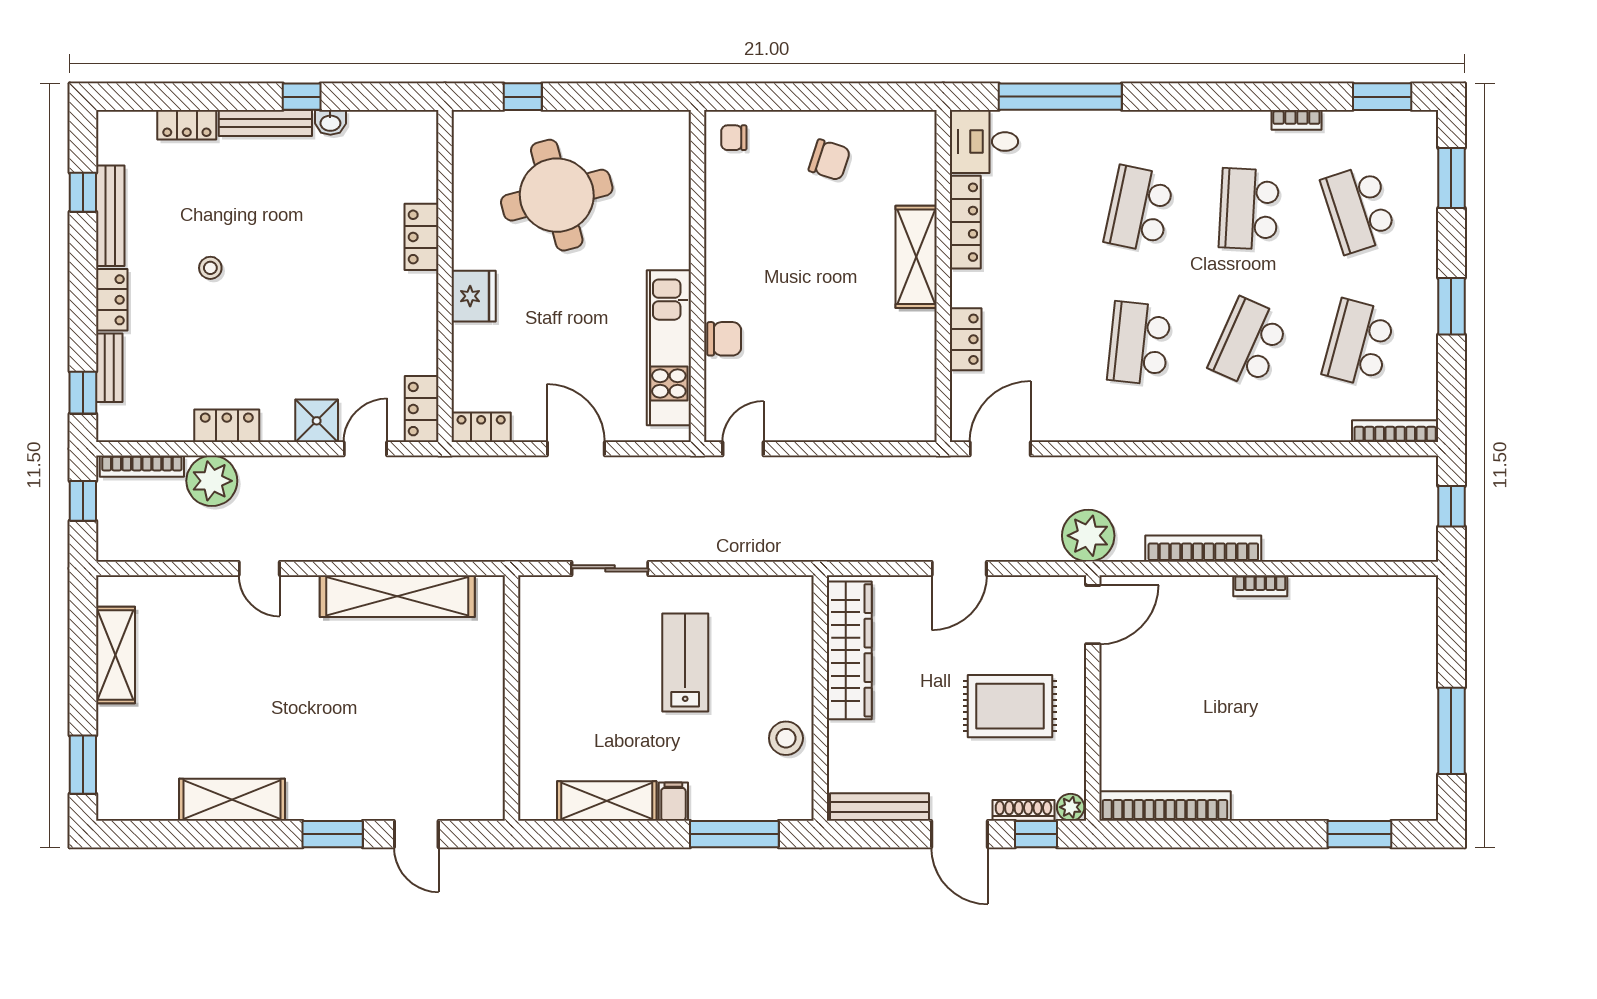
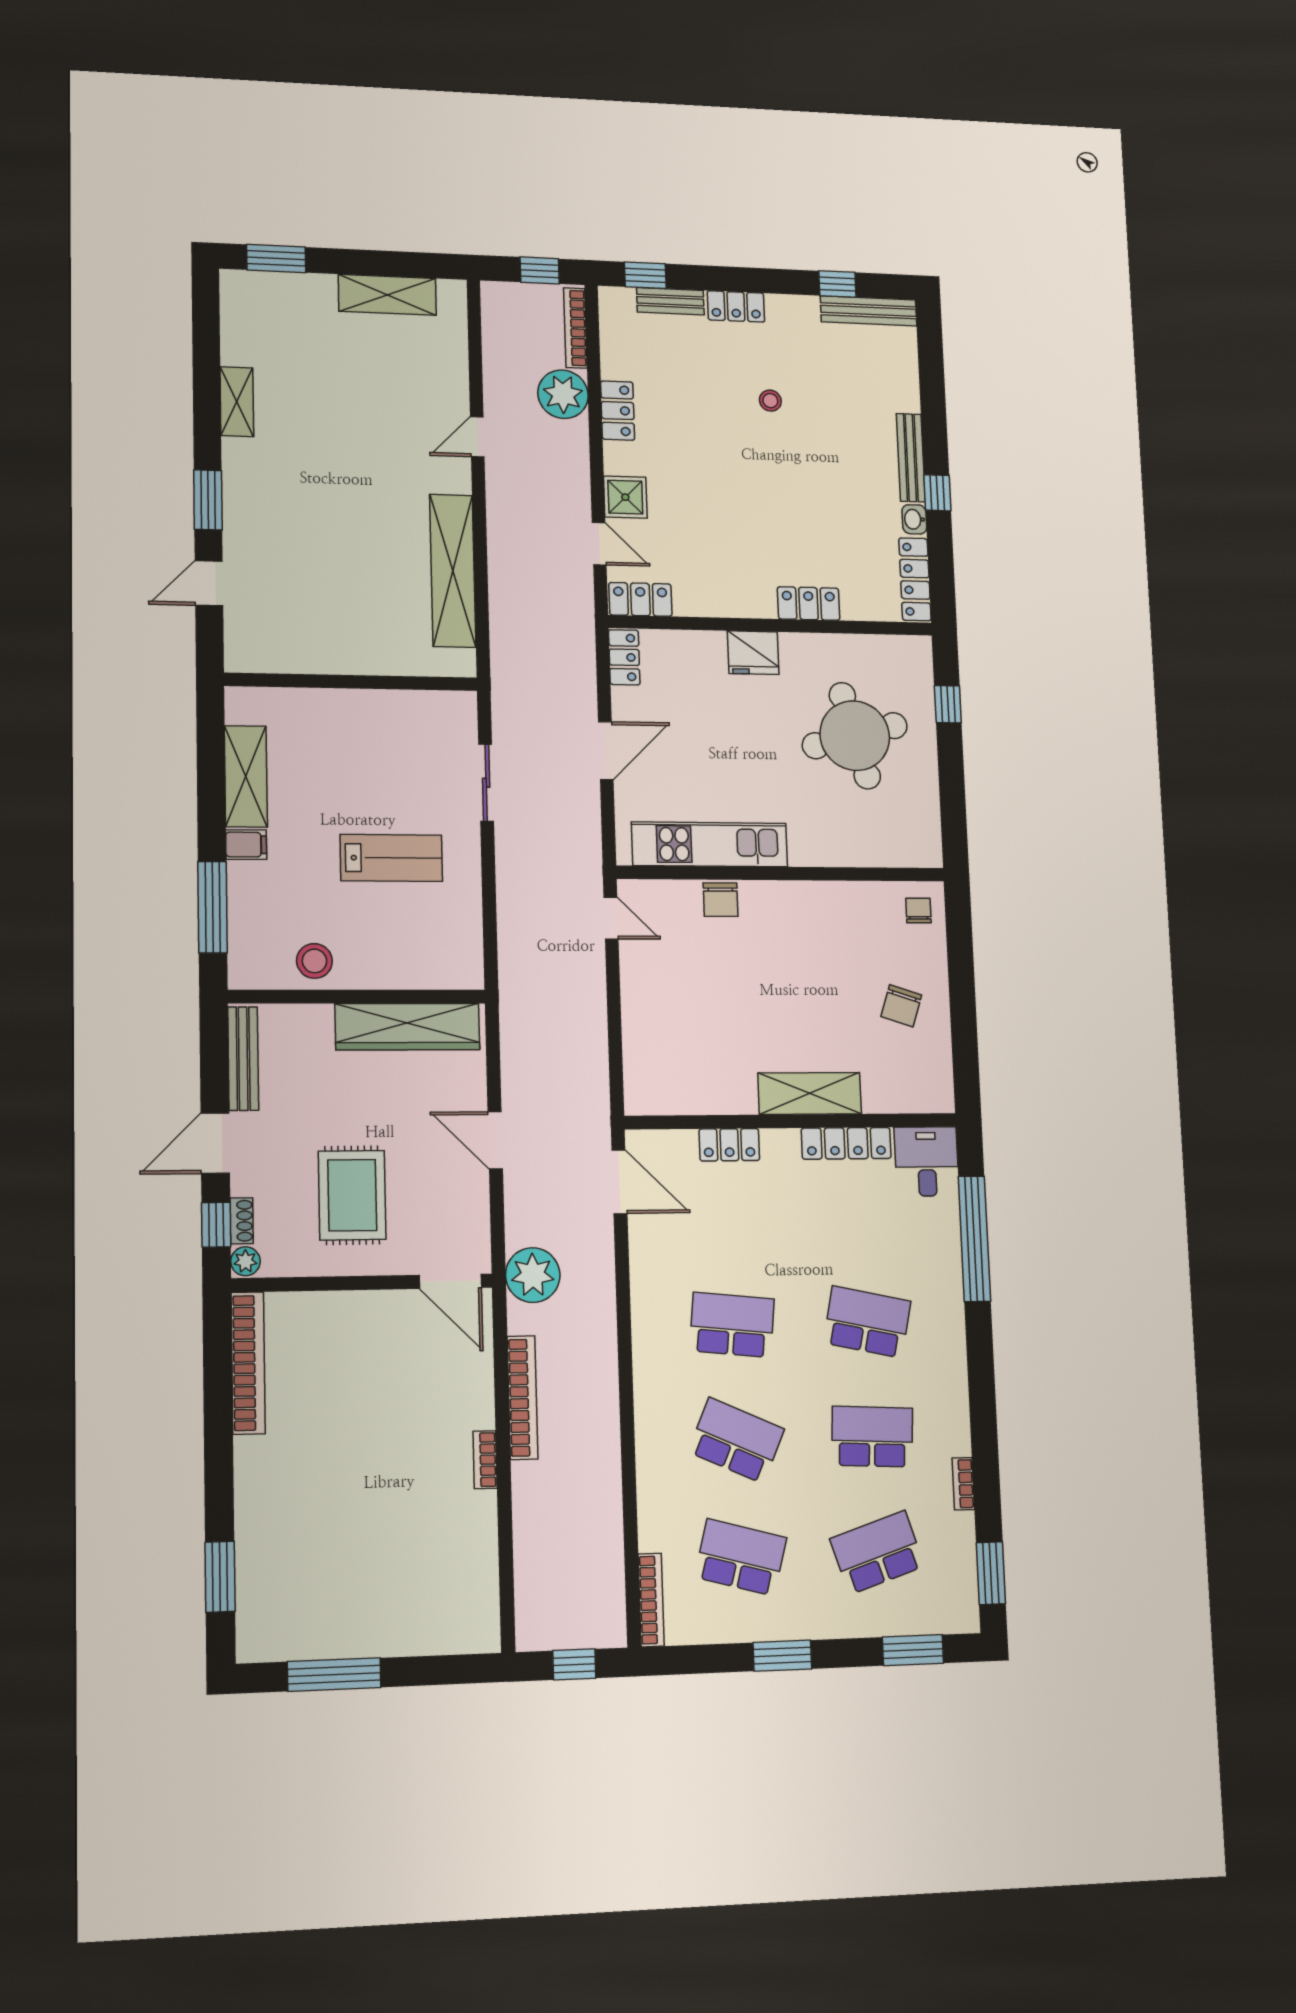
locker: (187, 125) -> (915, 579), moved, width x1.53
bench: (110, 216) -> (869, 311), moved
shelving: (232, 800) -> (237, 402), width x0.67, depth x0.75
shoe rack: (1023, 810) -> (242, 1221), width x0.70

